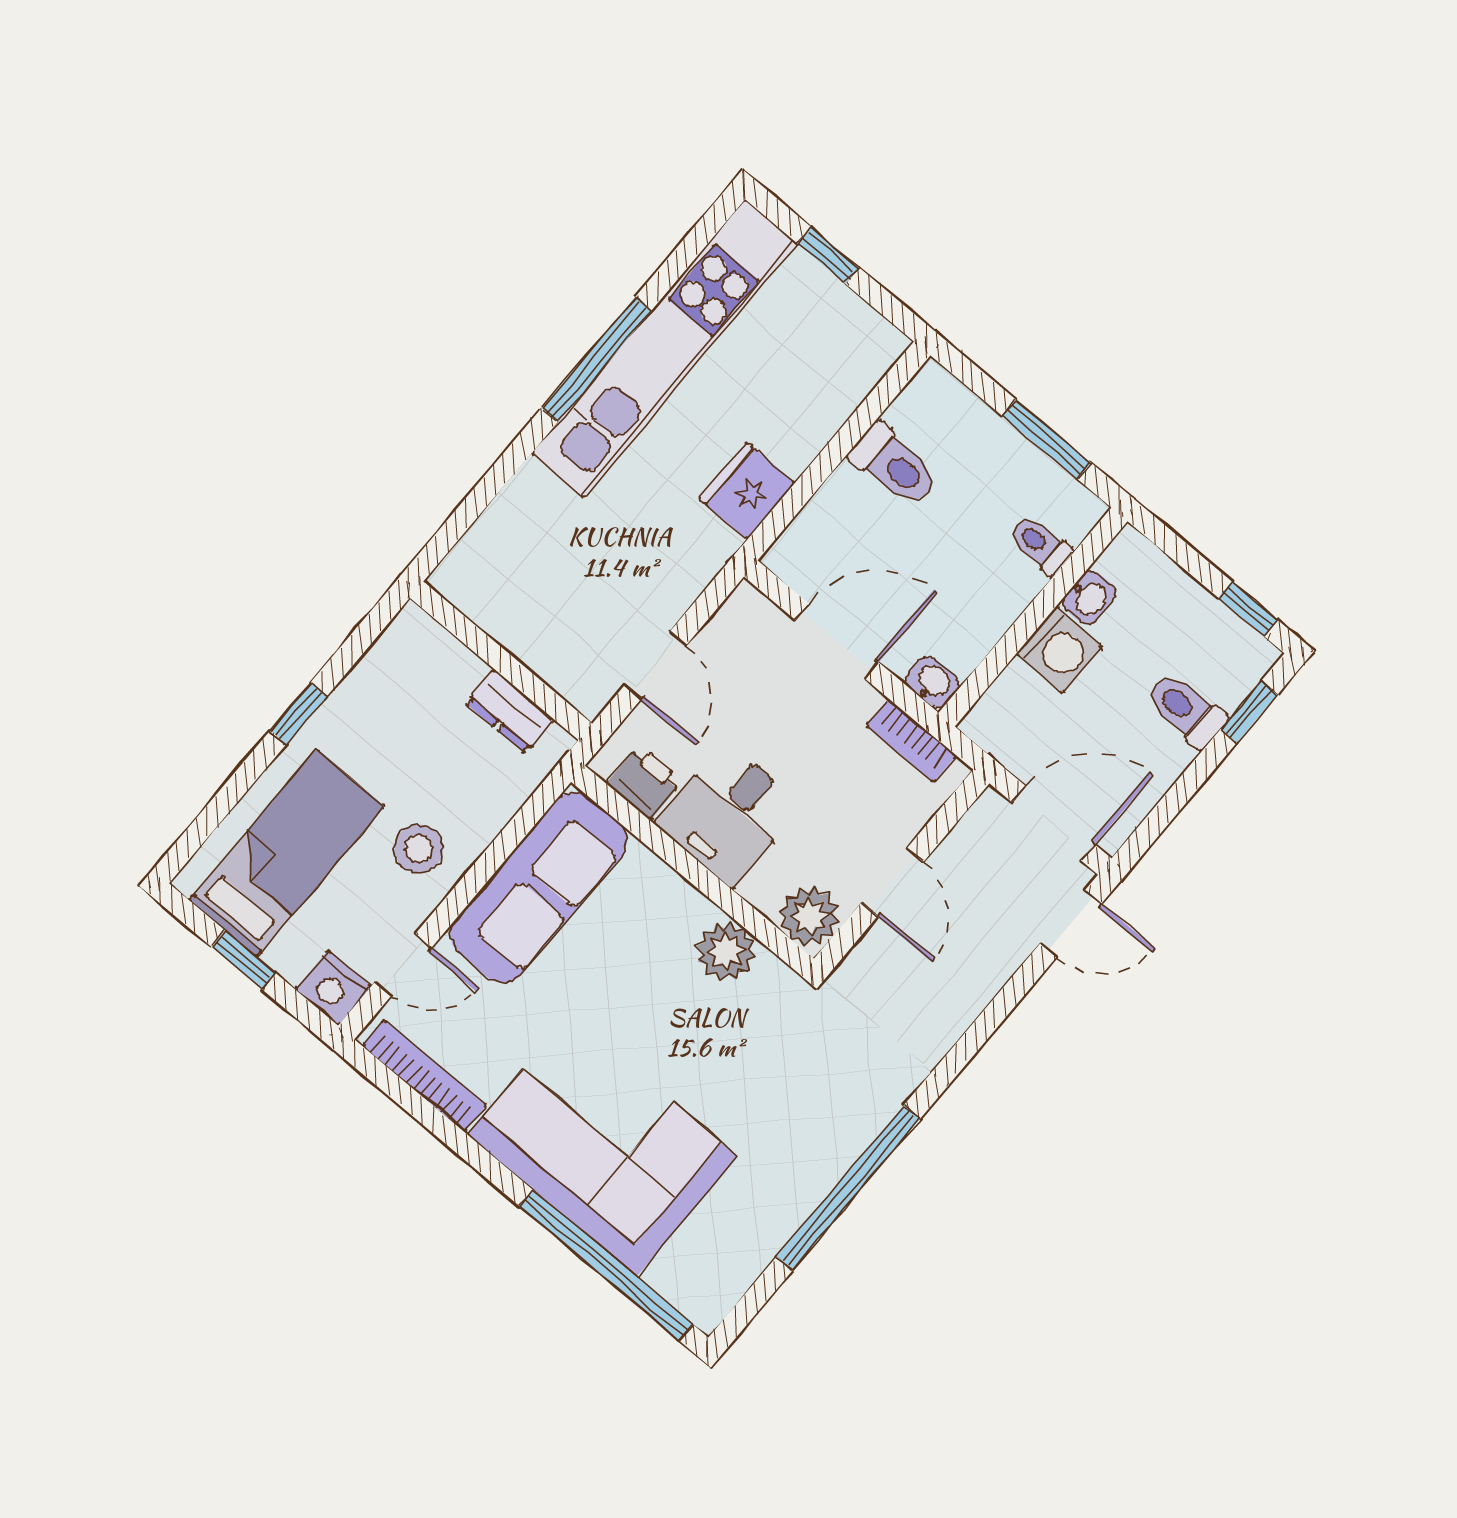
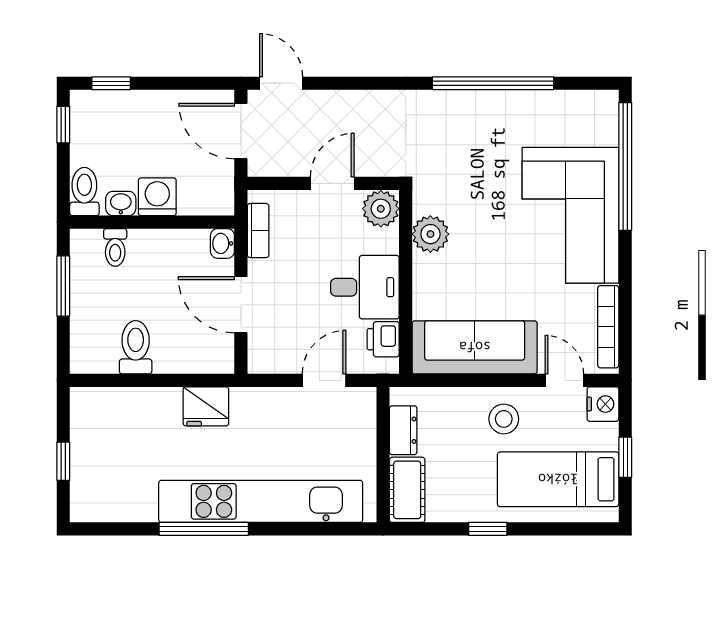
kitchen unit: (664, 348) -> (261, 501), moved
cot: (432, 654) -> (407, 490), added
toilet: (1186, 710) -> (84, 192), moved, turned 180

